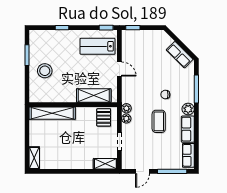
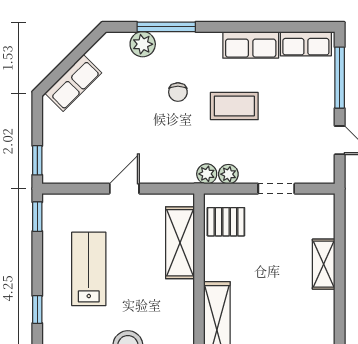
lab bench: (98, 46) -> (89, 269), moved, turned 180
row of seats: (180, 55) -> (73, 83), moved
plant: (188, 109) -> (143, 44), moved
shelving: (105, 164) -> (324, 264), moved

